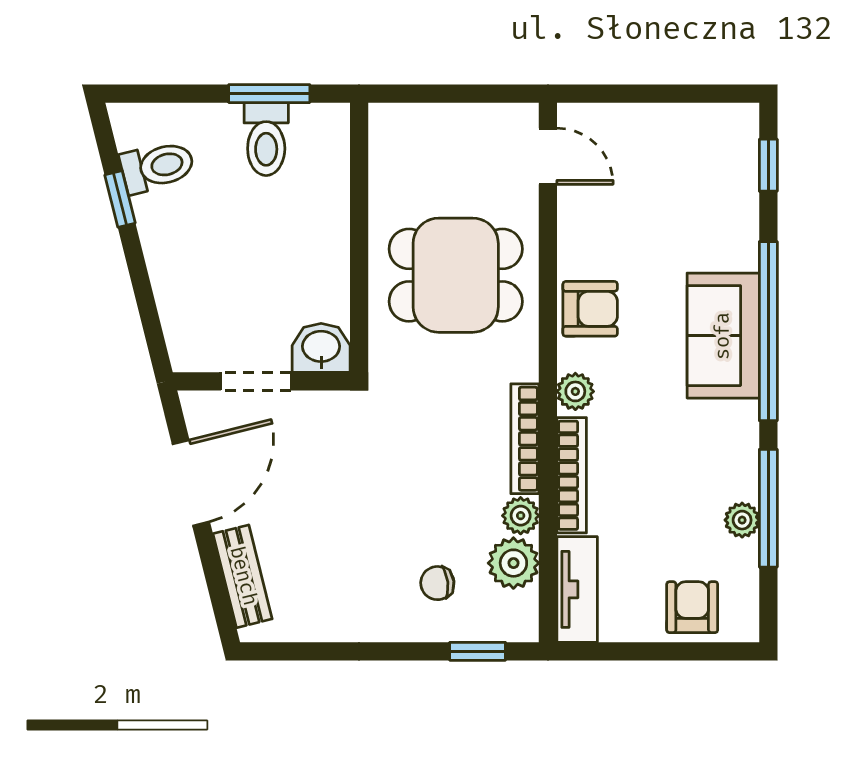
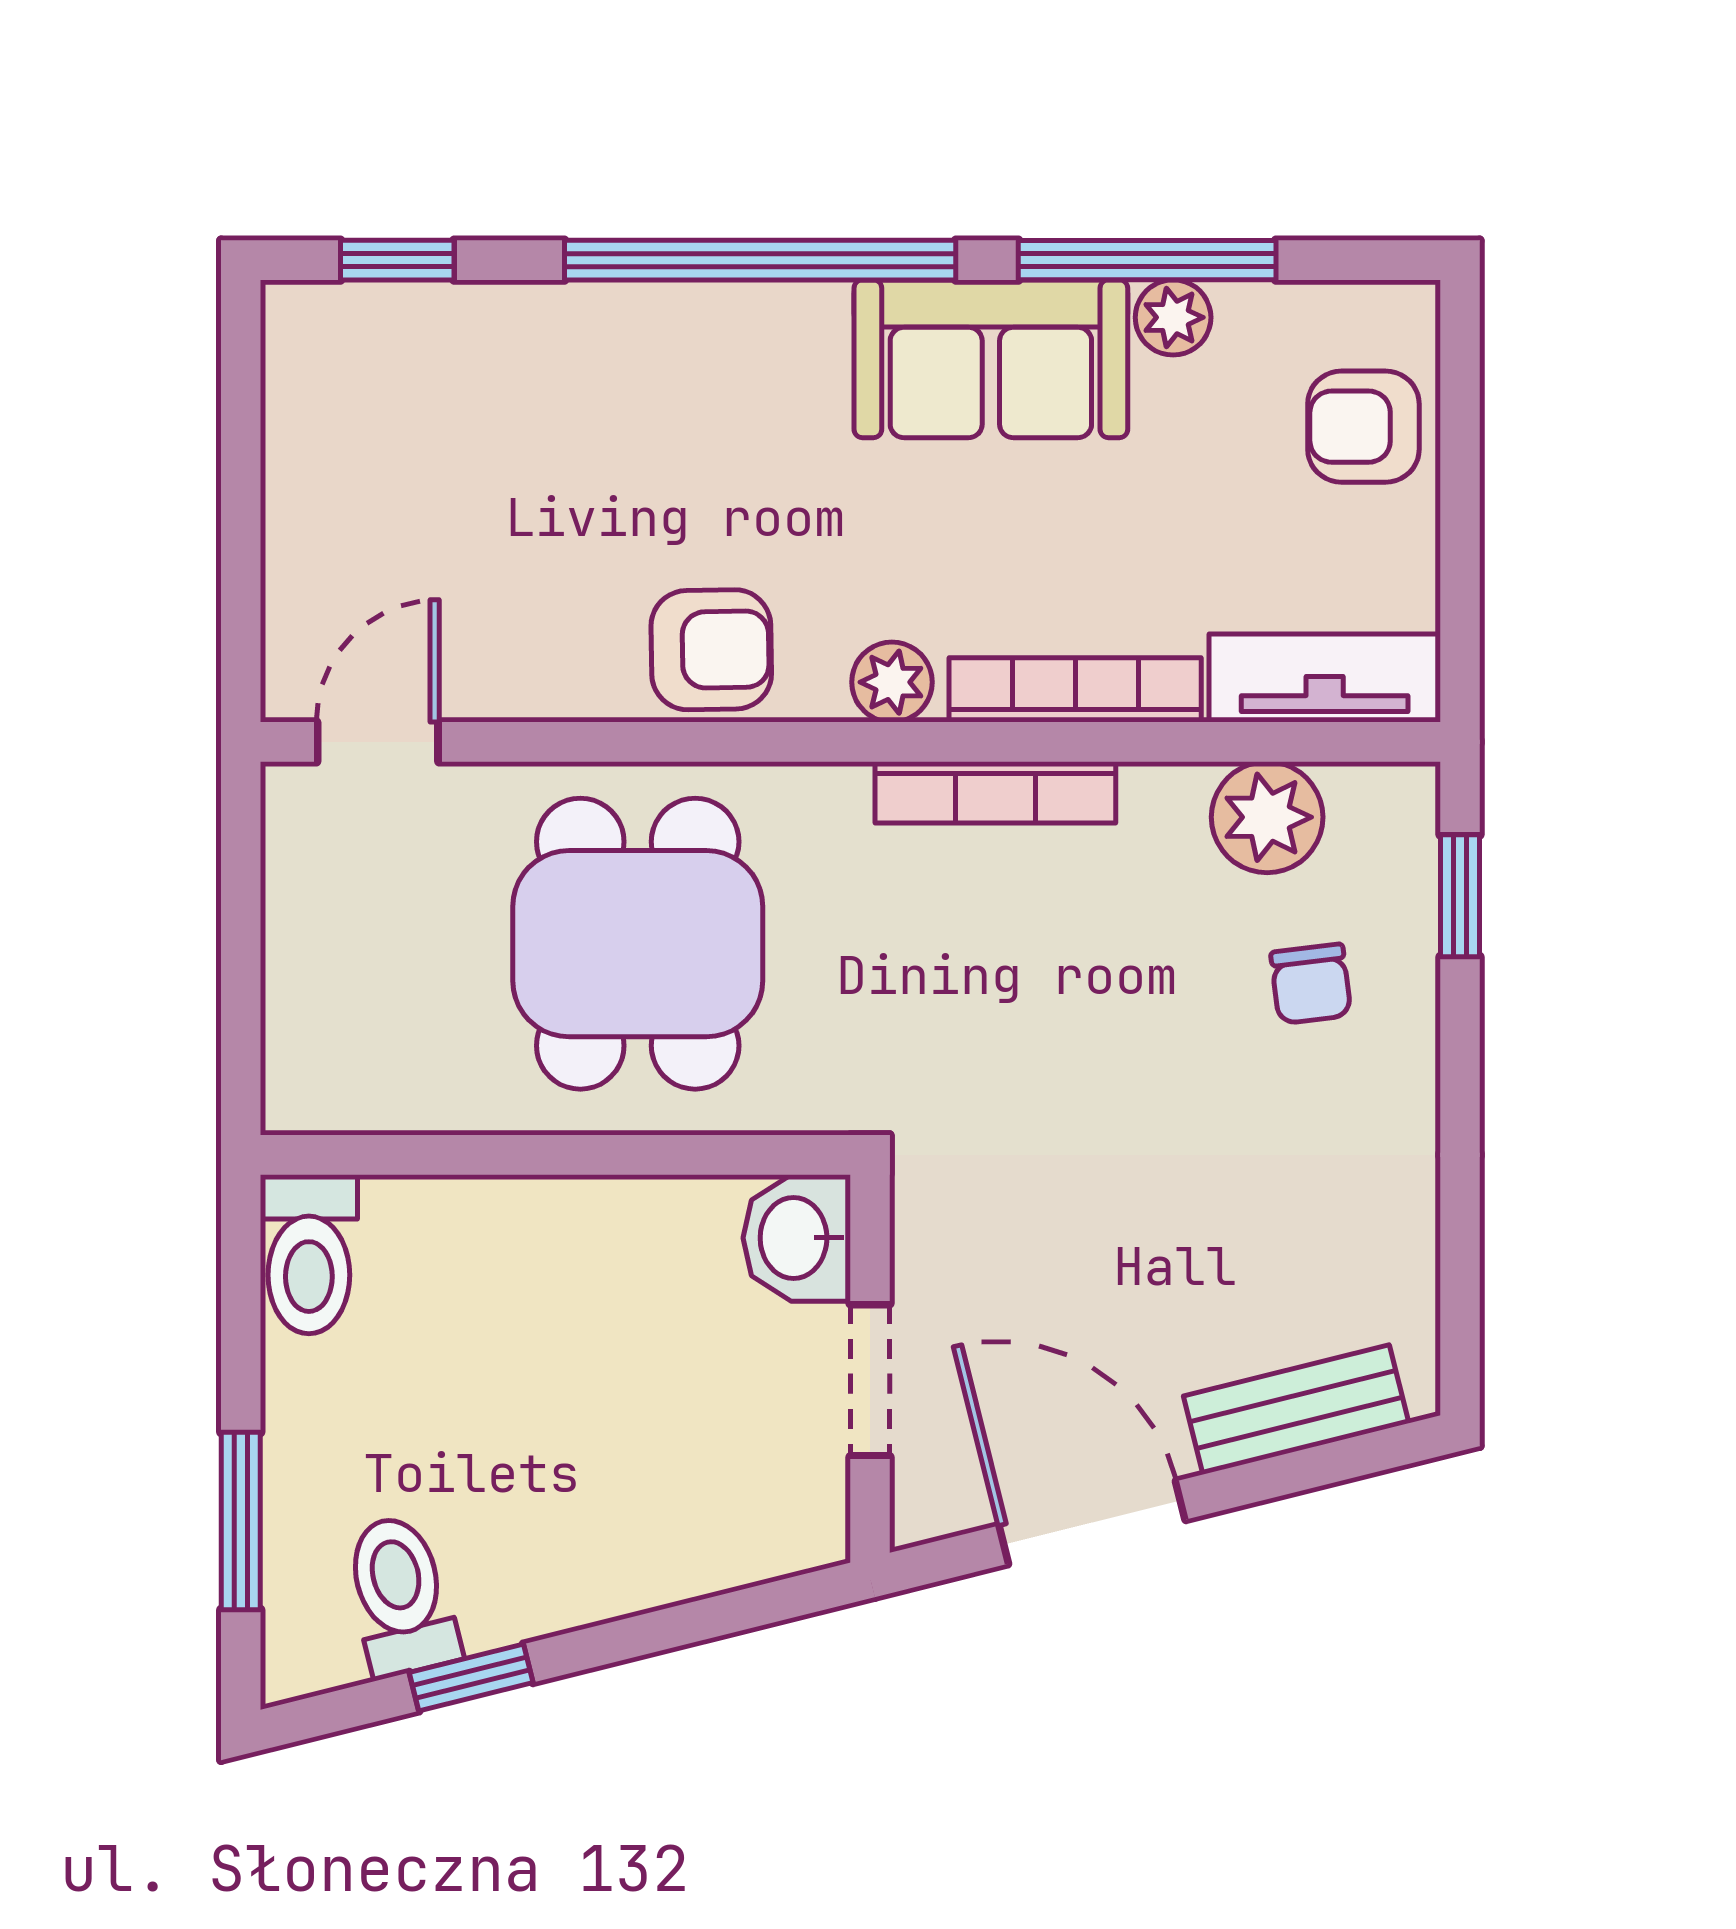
window: (269, 94) -> (241, 1521), moved
toilet: (266, 139) -> (309, 1254), moved, turned 90
armchair: (590, 309) -> (711, 650), turned 89
sofa: (723, 336) -> (991, 359), moved
plant: (521, 516) -> (1163, 802), removed

